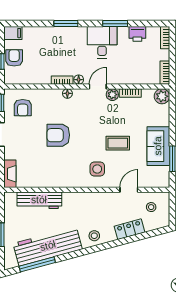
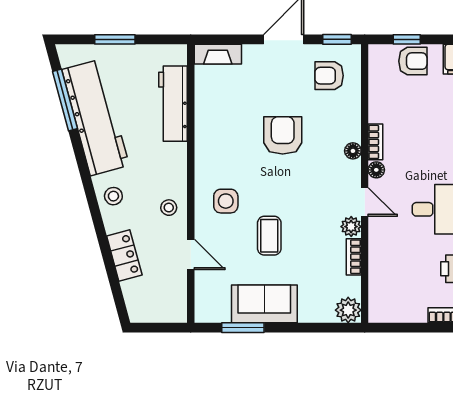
bookcase: (165, 73) -> (388, 315), removed
stool: (151, 207) -> (169, 208), moved

